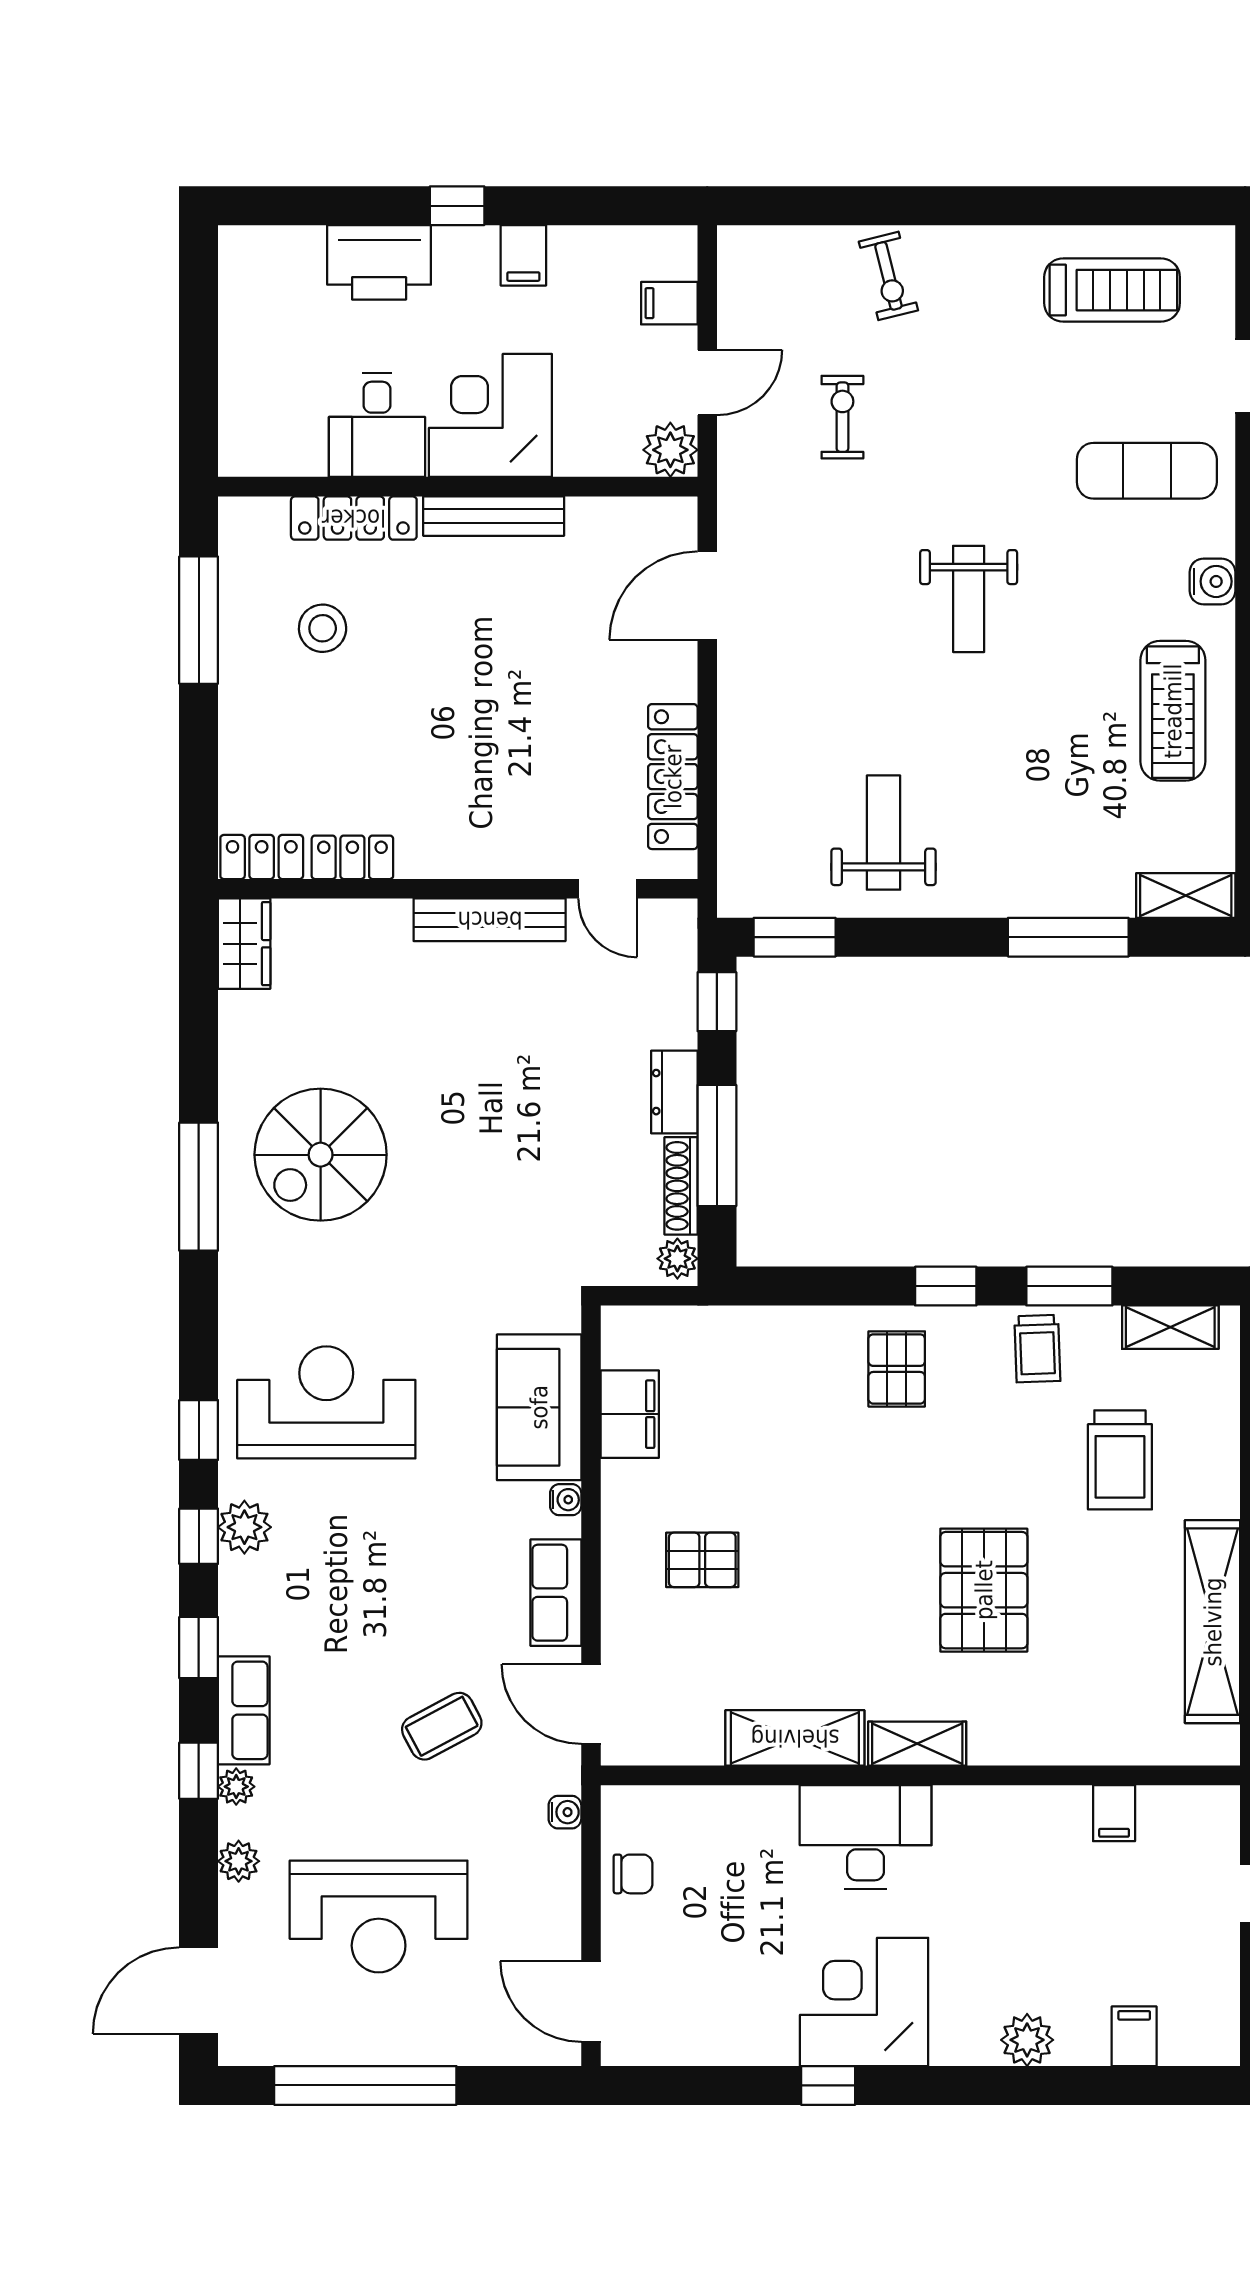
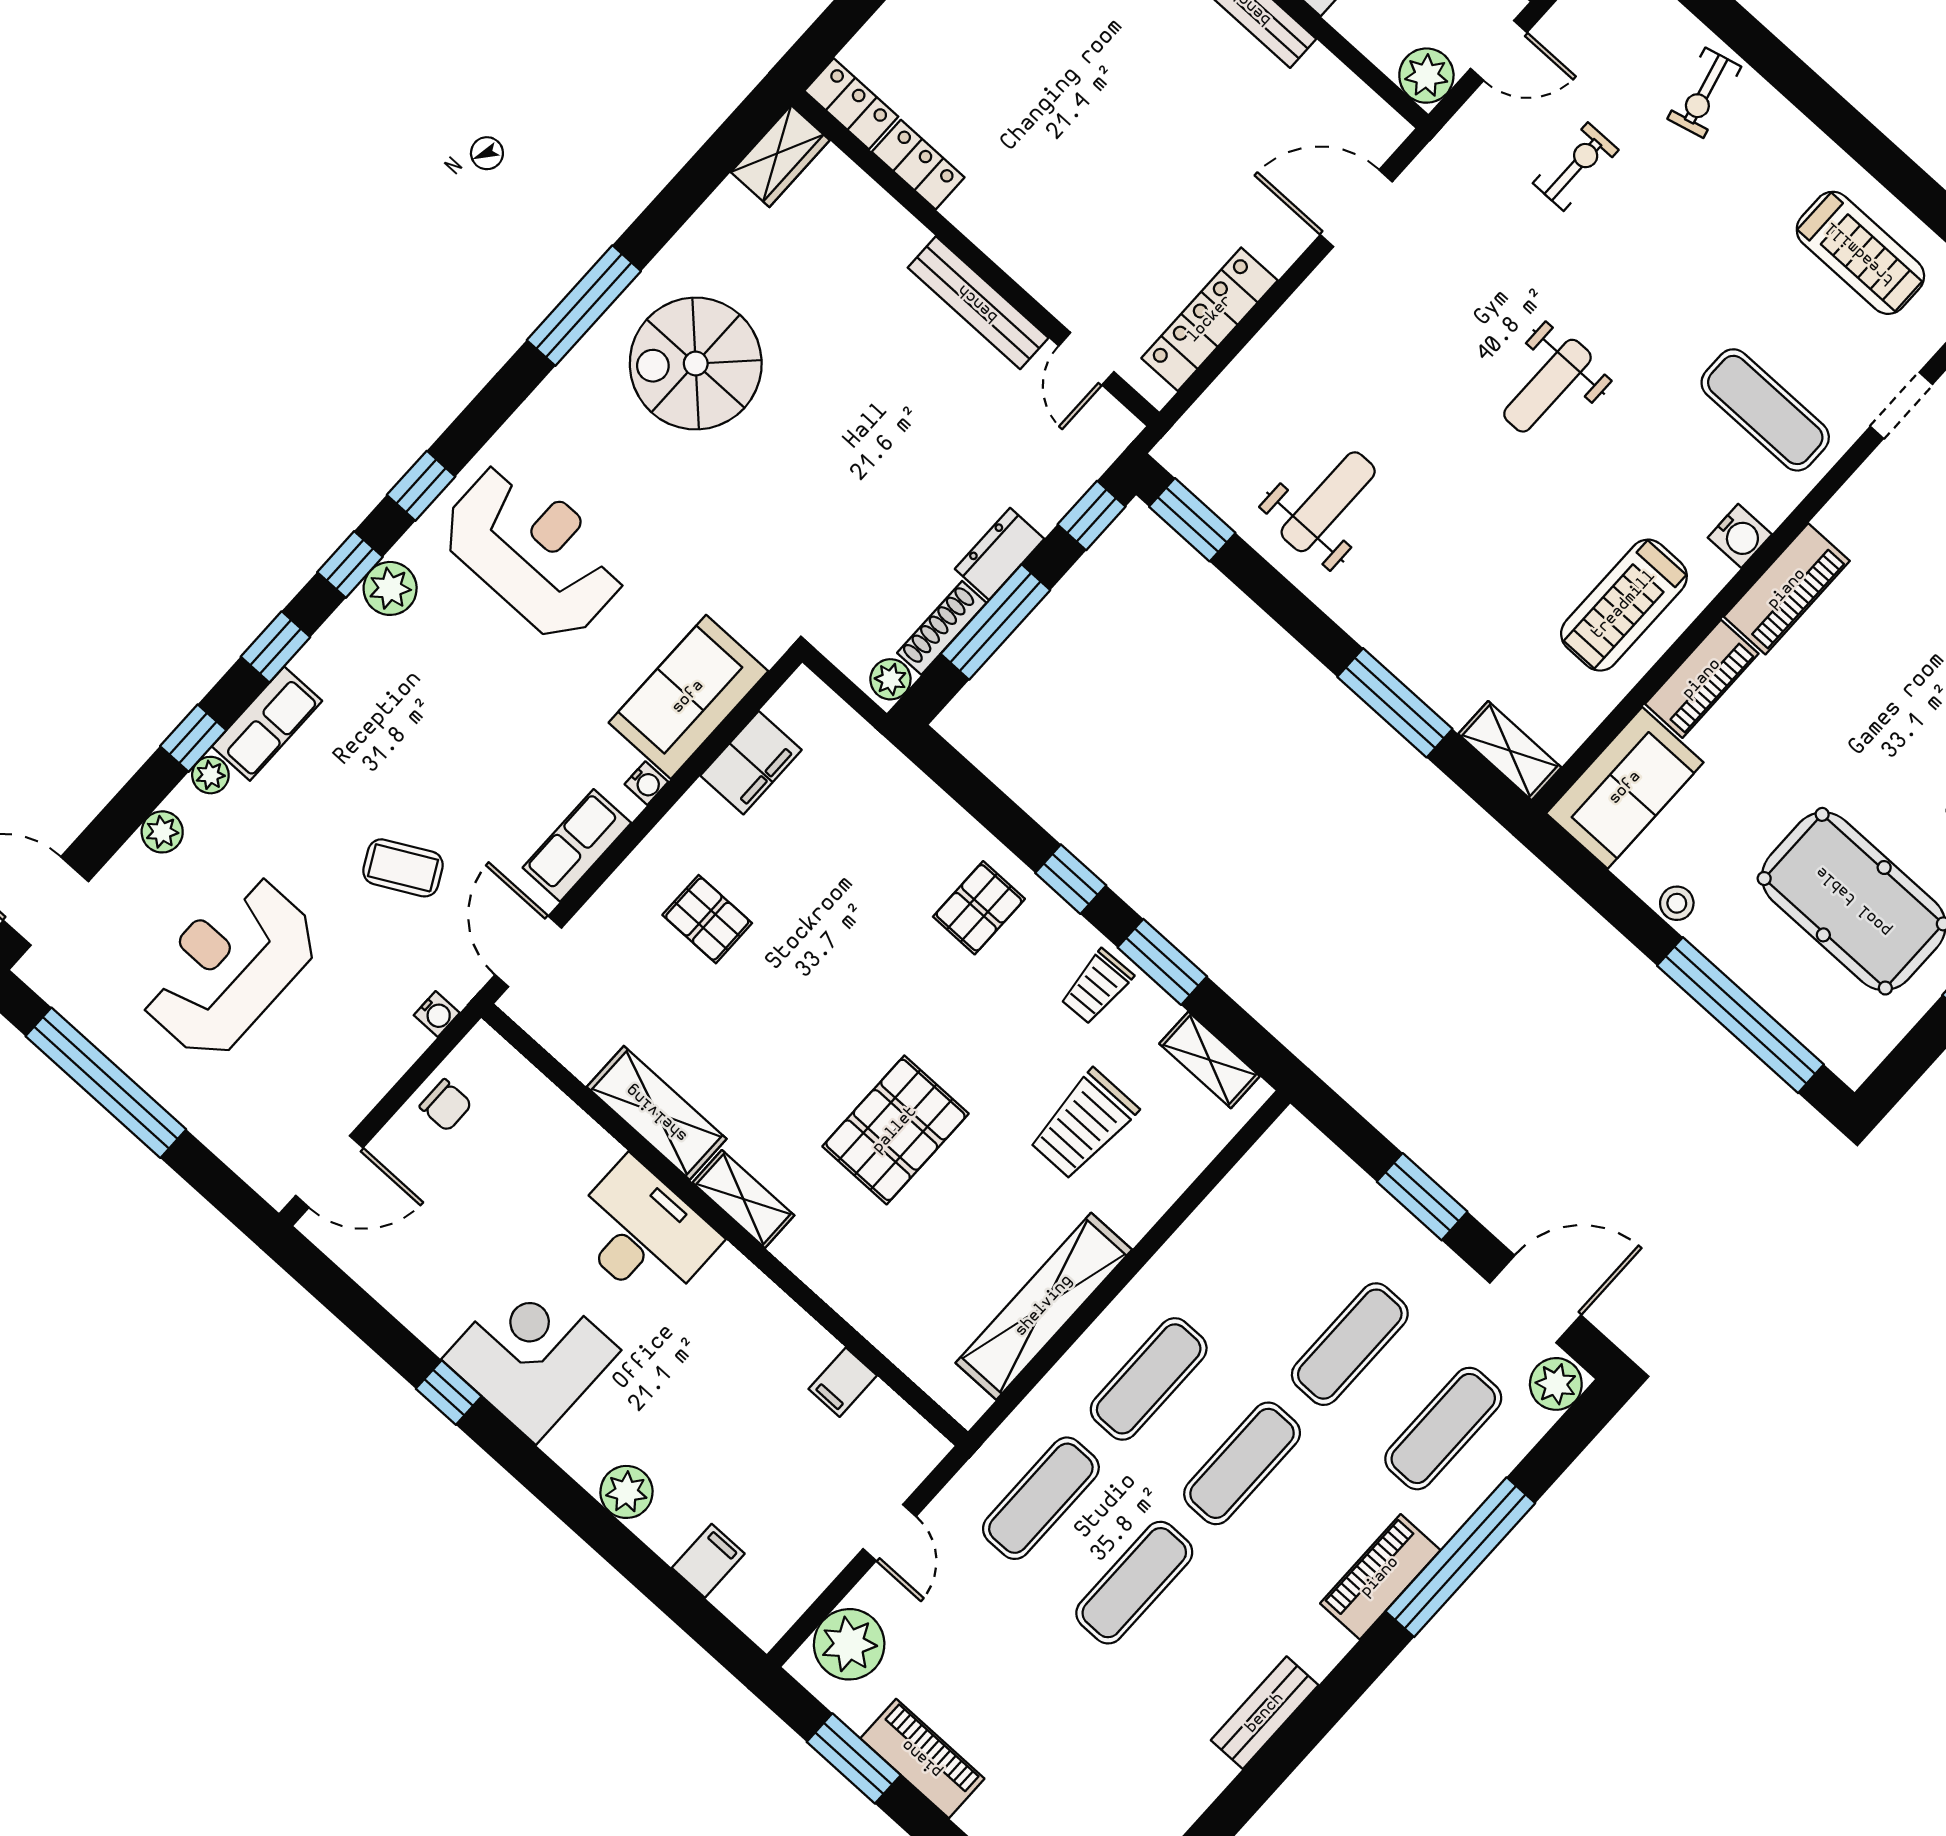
reception desk: (379, 1916) -> (229, 967), turned 90
door: (591, 2001) -> (329, 1172), swing flipped

